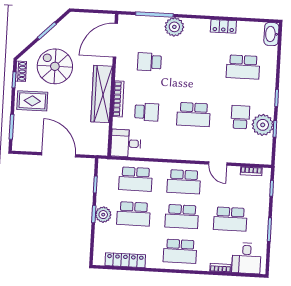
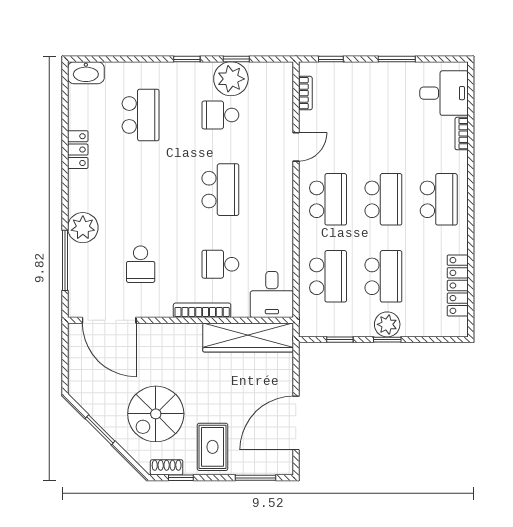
wardrobe: (102, 94) -> (248, 337), moved
school desk: (147, 112) -> (220, 264), turned -90
door: (59, 155) -> (296, 423), moved
school desk: (230, 219) -> (383, 122), removed

